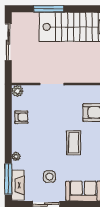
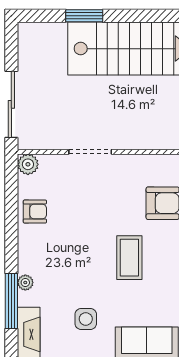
window: (49, 9) -> (84, 16), width x0.69
sliding door: (8, 42) -> (11, 104), moved
window: (8, 179) -> (11, 301), moved

